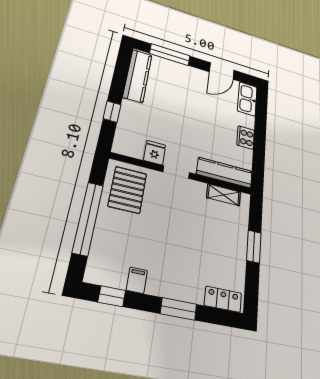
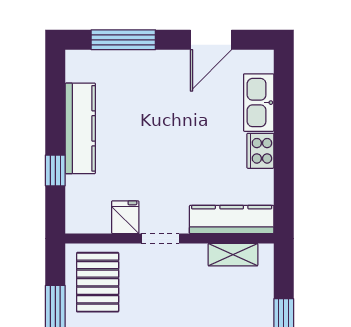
kitchen counter: (138, 76) -> (80, 128), moved
kitchen sink: (247, 99) -> (259, 103), moved

